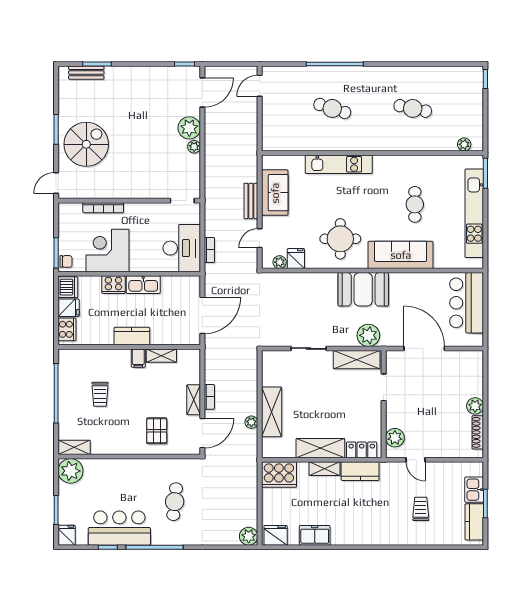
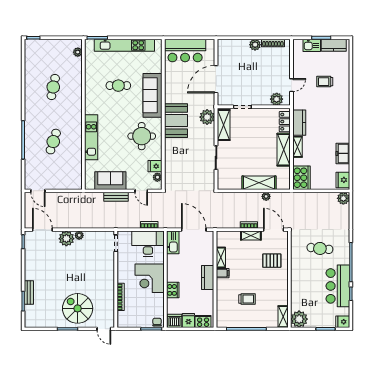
bench: (86, 73) -> (29, 292), moved
corner desk: (107, 250) -> (150, 278), moved
kitchen sink: (143, 285) -> (173, 242), moved

